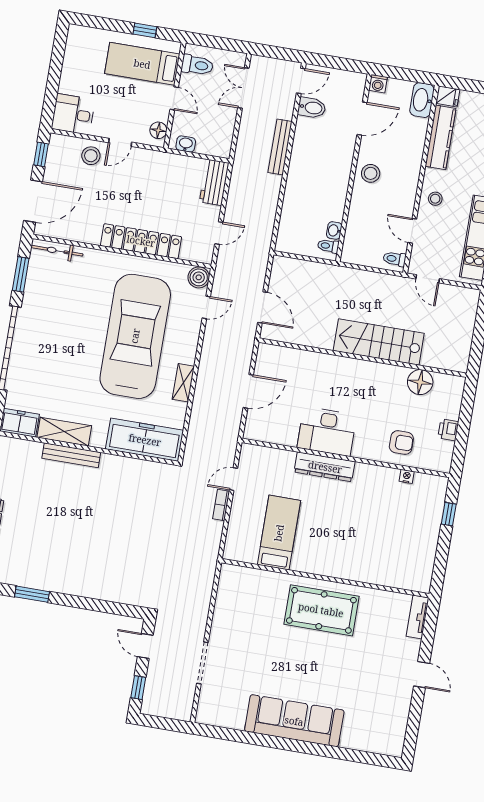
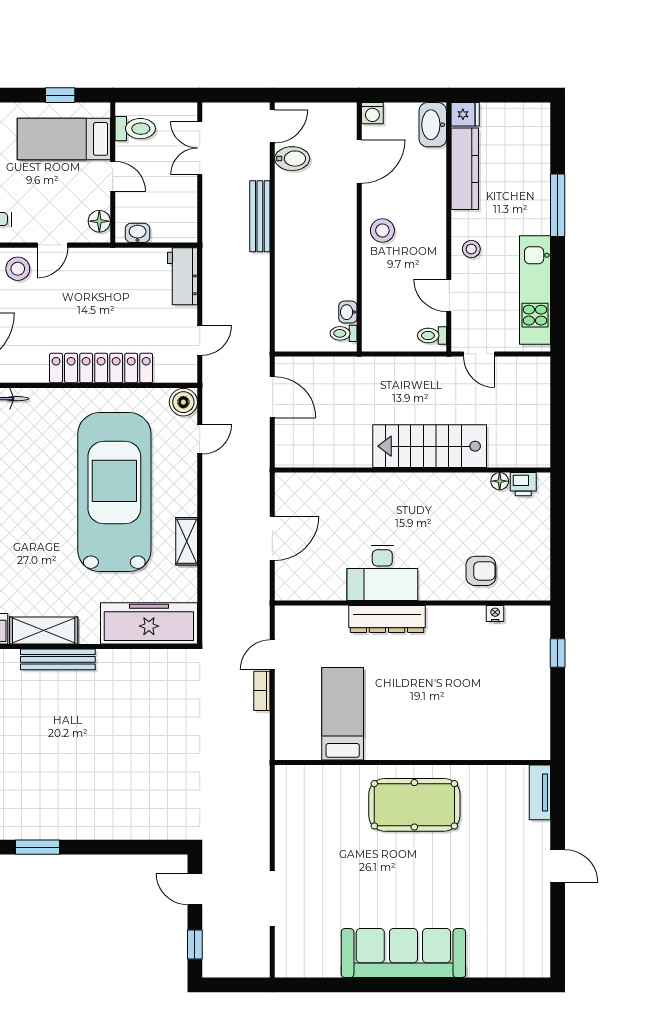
door: (263, 307) -> (272, 397), moved
floor lamp: (420, 382) -> (500, 481), width x0.53, depth x0.53
printer: (448, 430) -> (523, 484), moved, turned -90

